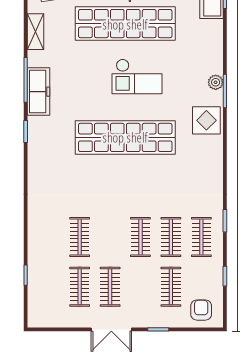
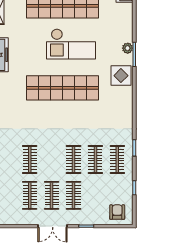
checkout: (137, 76) -> (71, 44), width x1.36, depth x1.21
clothes rail: (171, 287) -> (73, 195), moved

